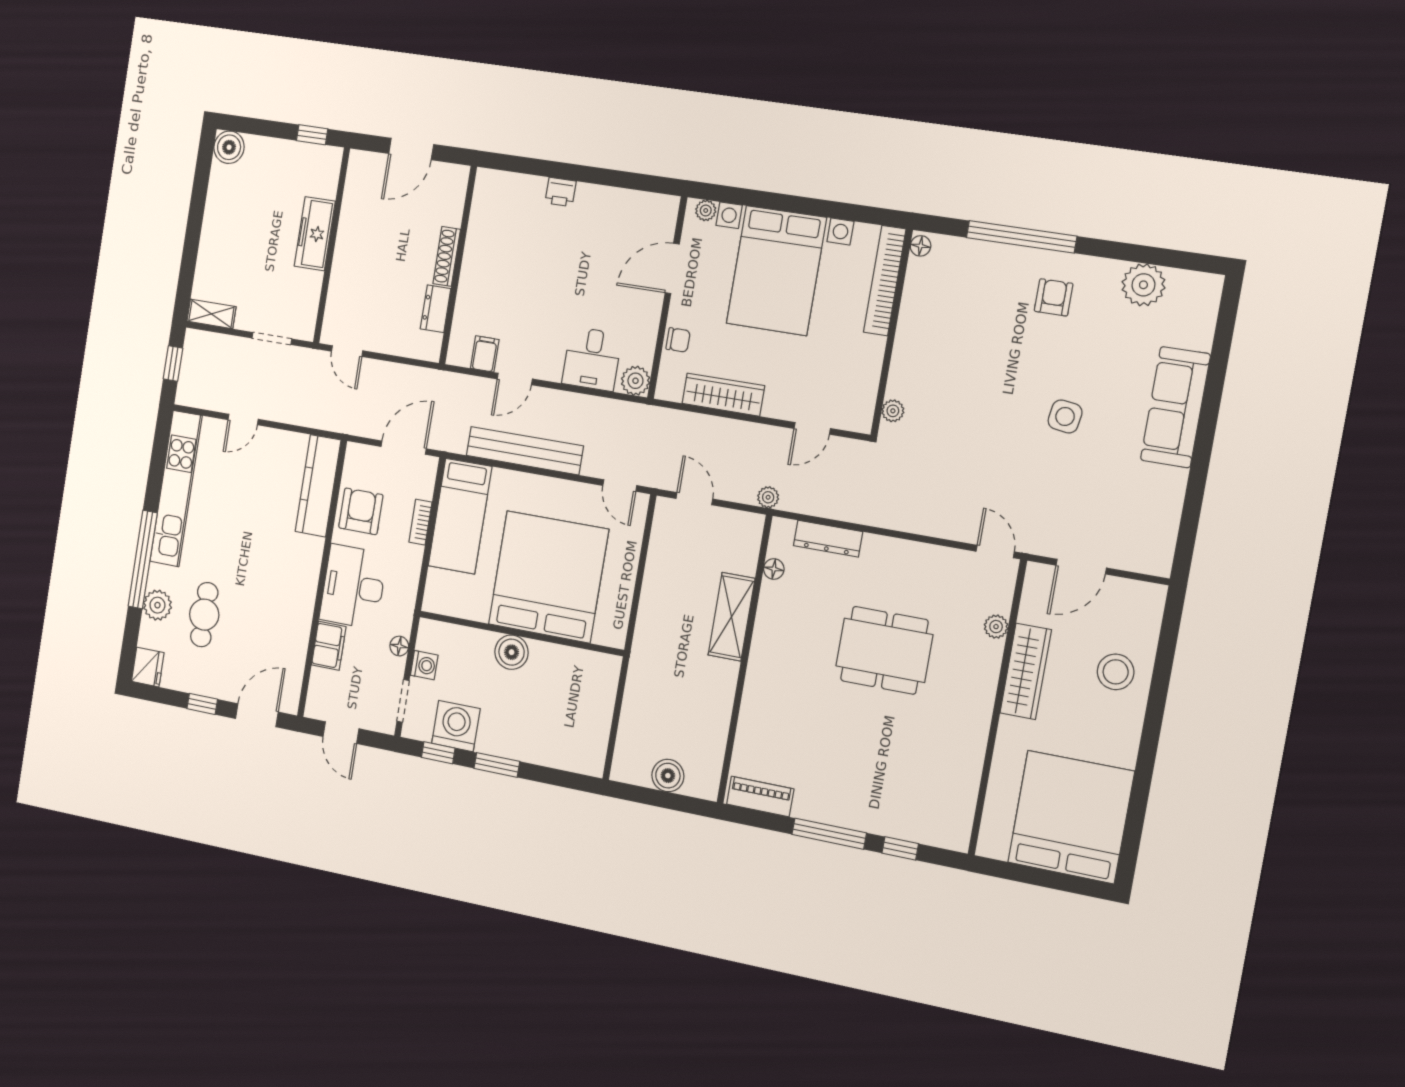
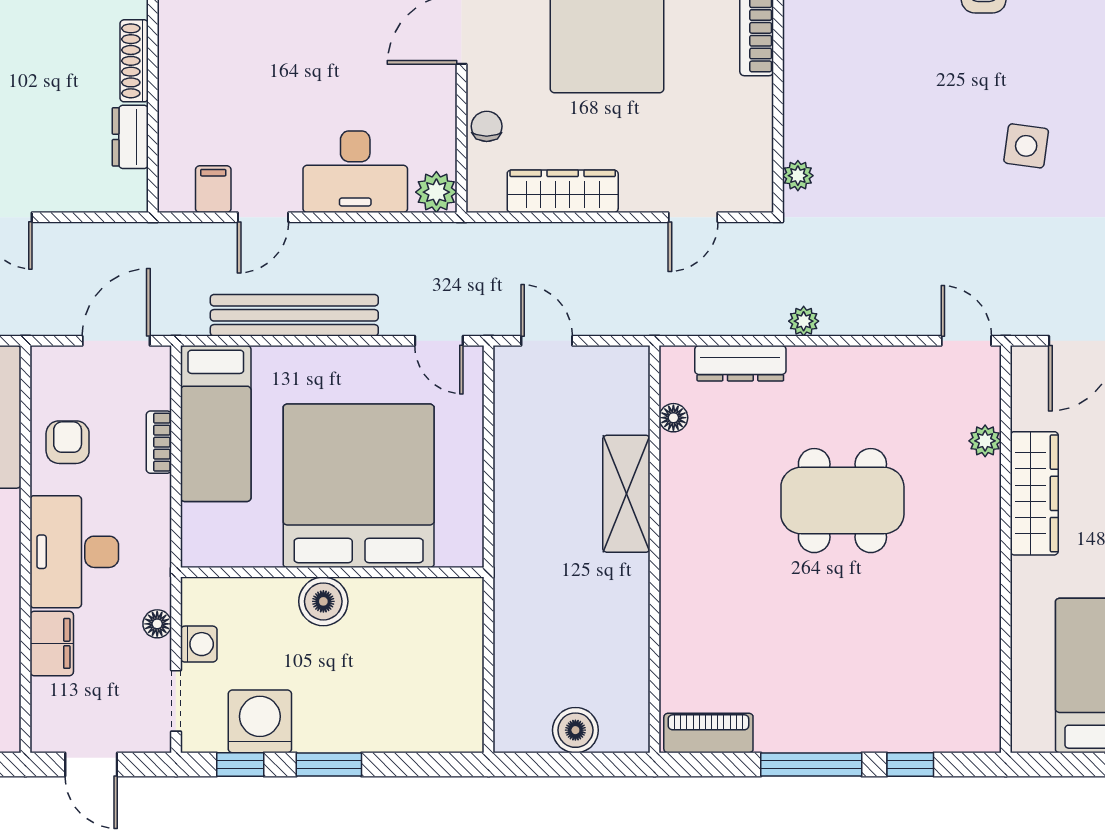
chair: (678, 340) -> (487, 126), turned -90
desk: (592, 359) -> (355, 172), width x1.37
plant: (768, 497) -> (804, 321), moved
armchair: (361, 511) -> (68, 442), width x0.72, depth x0.72

